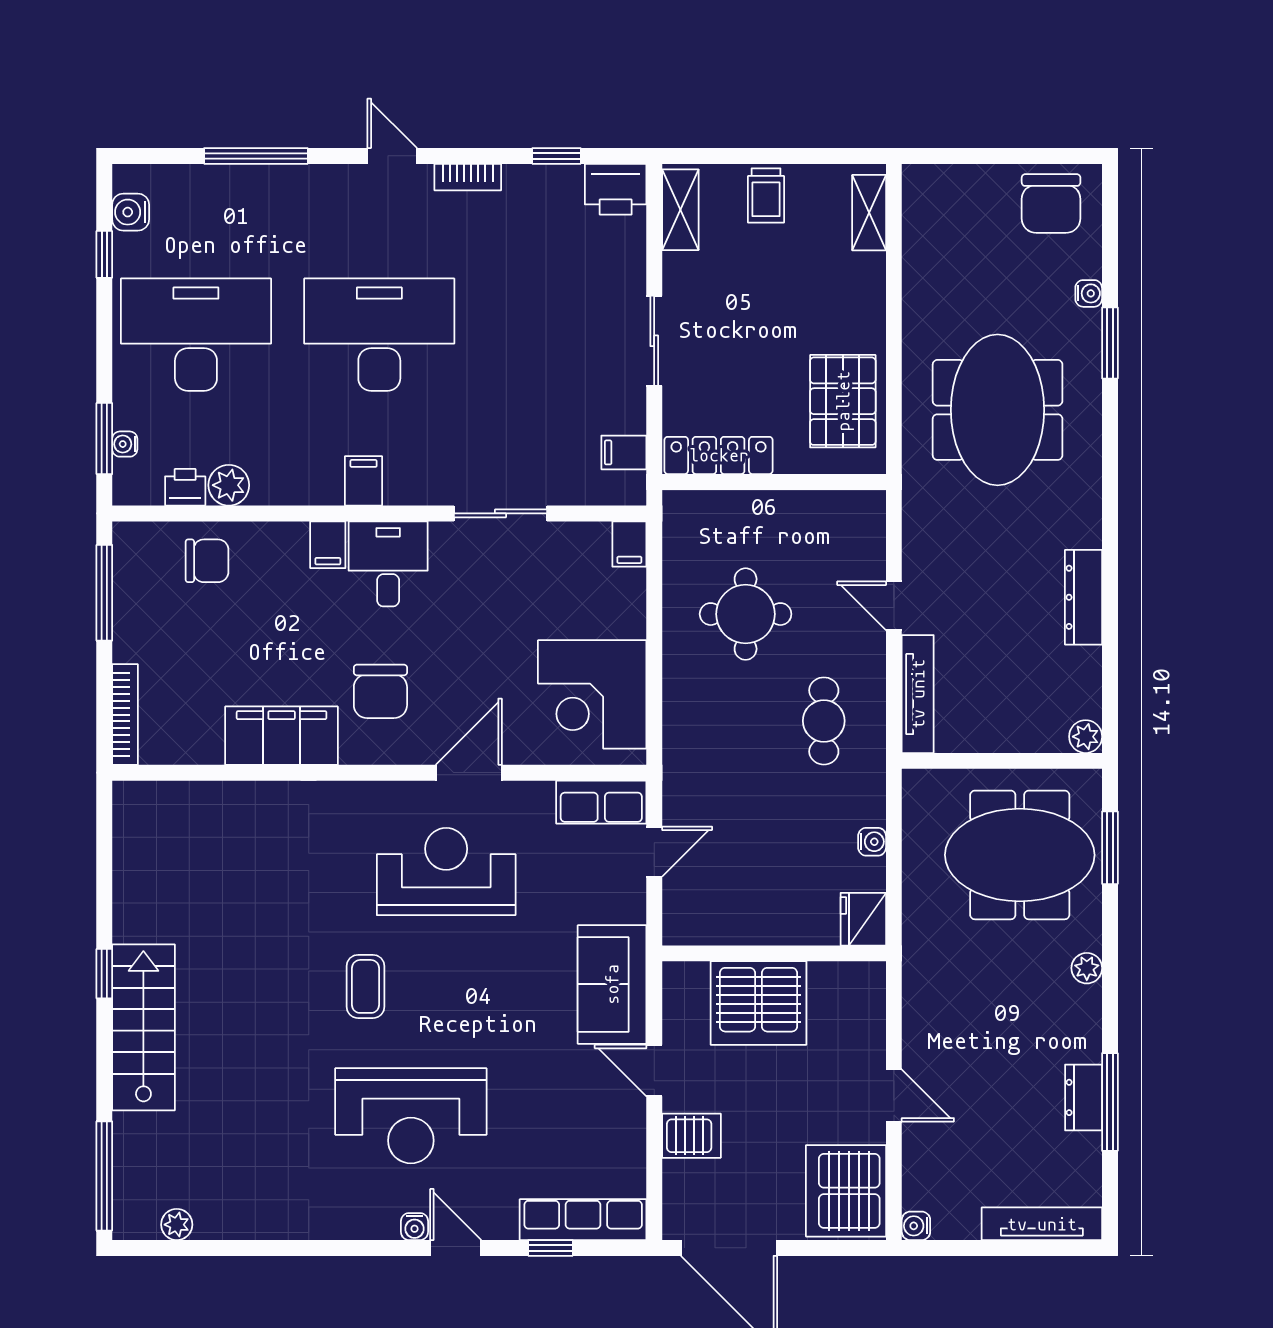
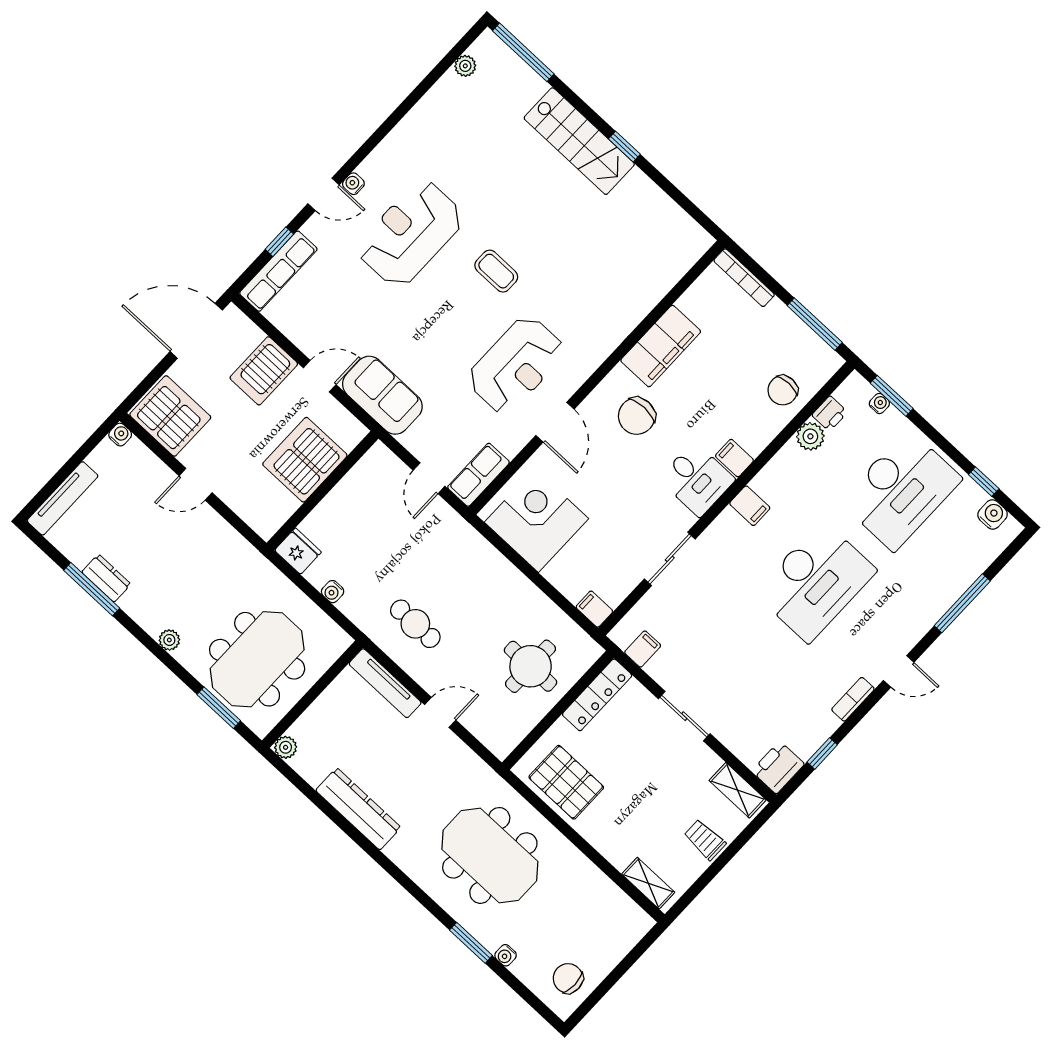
chair: (1051, 204) -> (568, 978), width x0.73, depth x0.73
dresser: (1083, 597) -> (358, 809), width x1.37, depth x1.24
round table: (746, 614) -> (531, 666), moved
chair: (380, 691) -> (637, 416), turned -90
server rack: (691, 1136) -> (264, 371), width x1.36, depth x1.44

